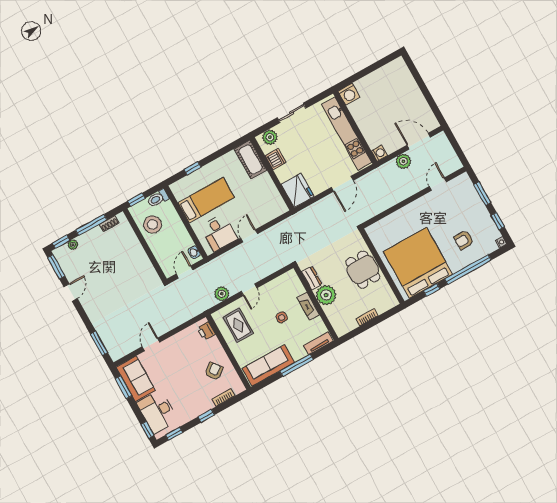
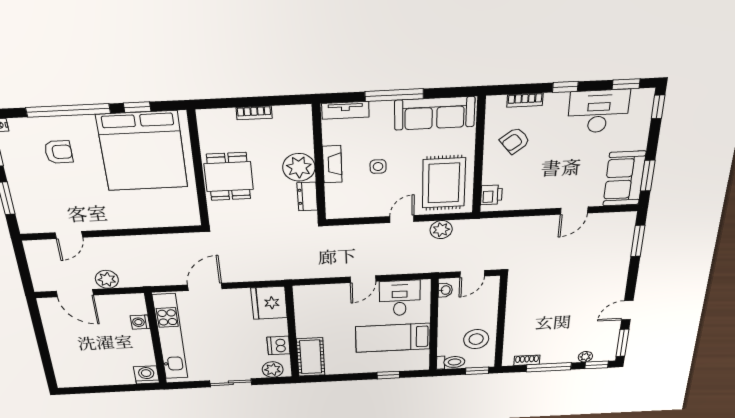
washing machine: (379, 153) -> (140, 322), moved
rug: (238, 325) -> (444, 183), width x1.36, depth x1.43
desk: (157, 412) -> (598, 111), moved, turned -90

